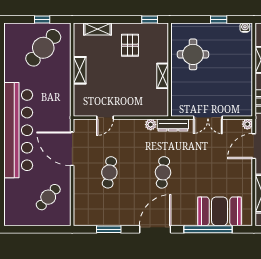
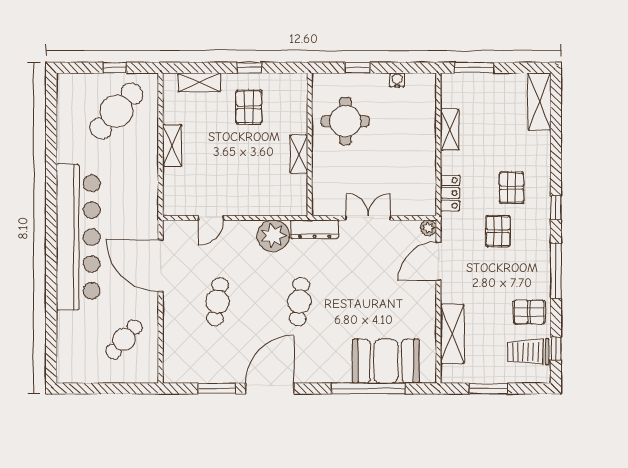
window: (150, 19) -> (249, 68), moved
window: (219, 19) -> (357, 68), moved
water cooler: (245, 28) -> (397, 80), moved
double door: (208, 118) -> (368, 218), swing flipped
plant: (151, 125) -> (273, 236), width x1.88, depth x1.88
door: (155, 229) -> (270, 388), moved

